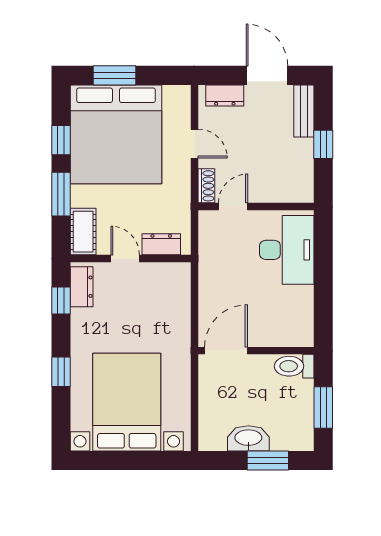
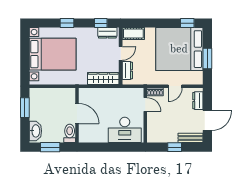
window: (115, 75) -> (207, 59), moved
window: (61, 140) -> (187, 23), moved
window: (61, 194) -> (151, 23), removed
wardrobe: (178, 295) -> (103, 78), added
door: (226, 351) -> (77, 114), moved
washbasin: (248, 438) -> (35, 131), moved
window: (268, 461) -> (25, 108), moved

